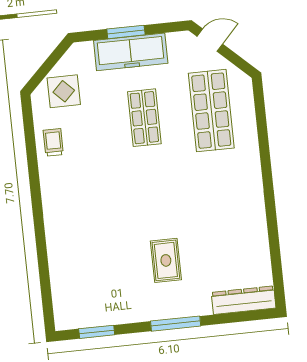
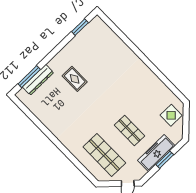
trolley: (53, 142) -> (159, 91), removed
dresser: (244, 300) -> (38, 80), moved
window: (176, 324) -> (29, 77), moved

